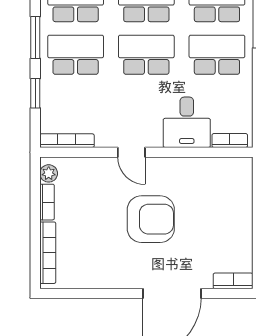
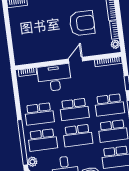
desk: (187, 122) -> (54, 78), width x1.37
door: (131, 152) -> (76, 60), hinge flipped
armchair: (151, 219) -> (82, 23), moved, turned 180

